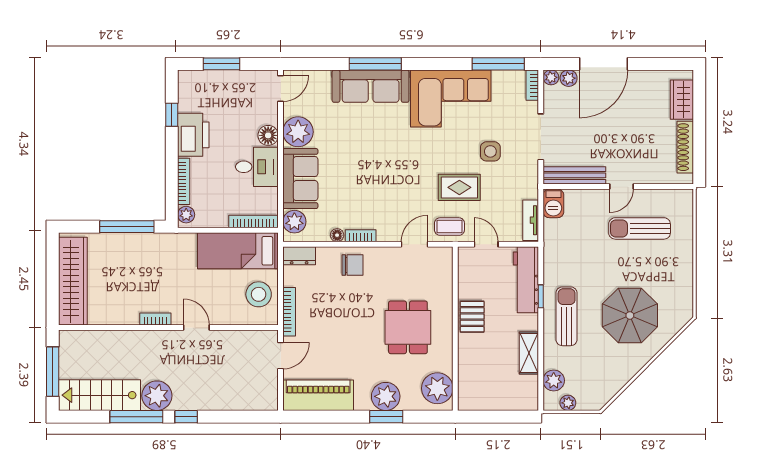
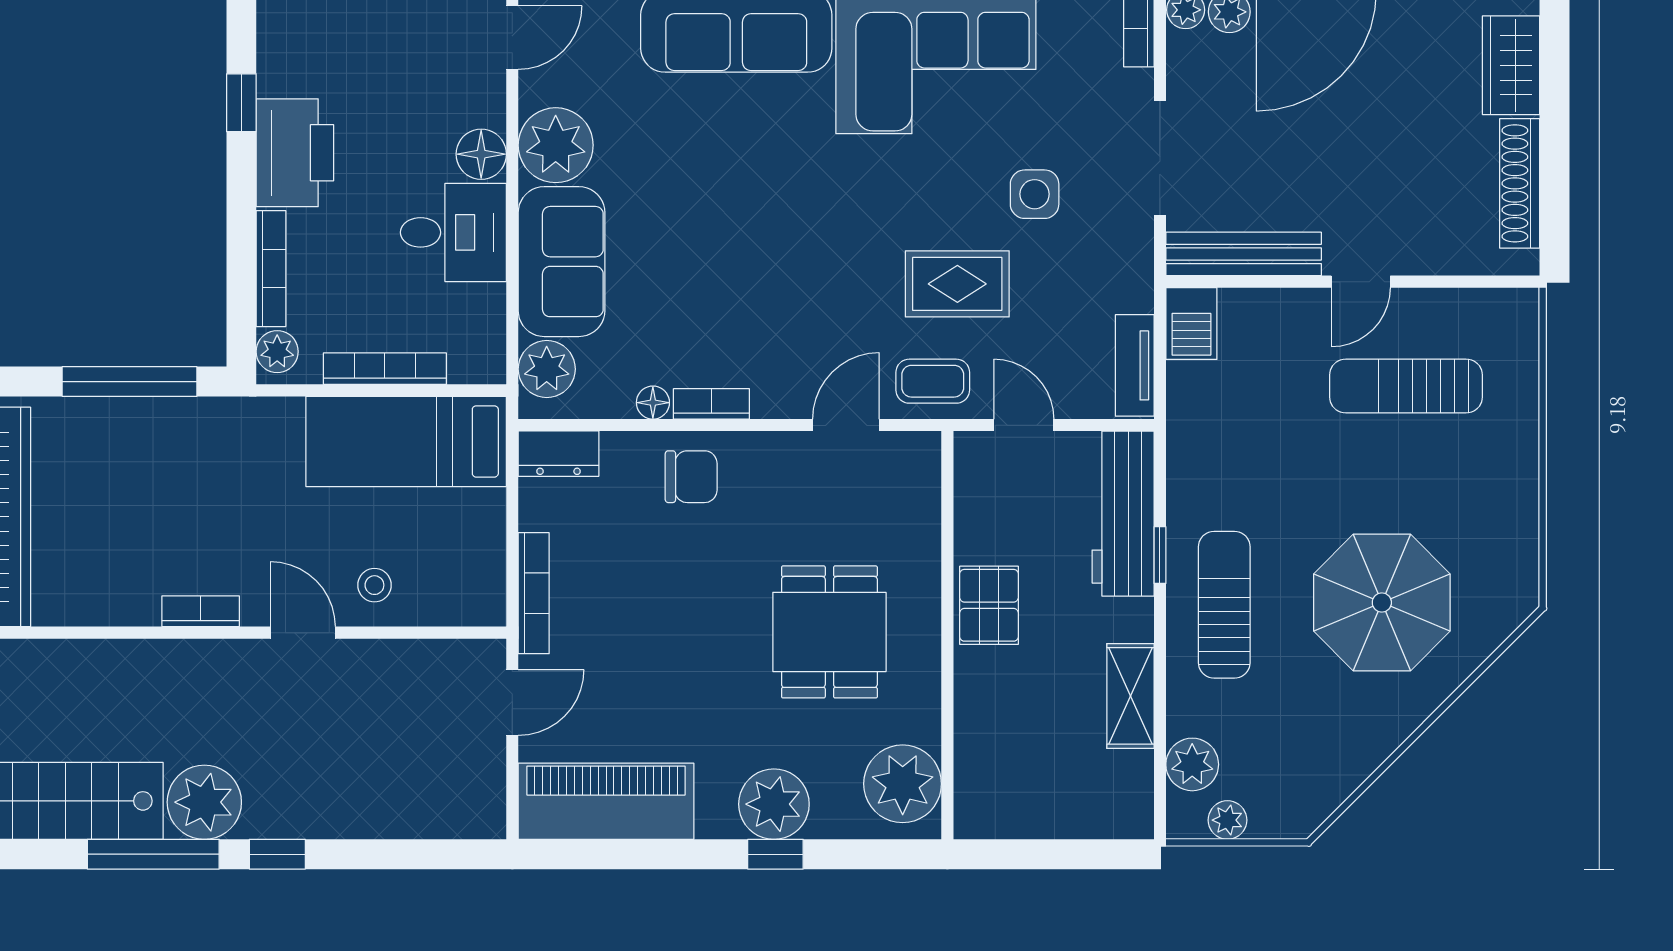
bookcase: (253, 222) -> (385, 369), moved
stool: (259, 294) -> (374, 585), moved, width x0.53, depth x0.53
window: (386, 417) -> (775, 854), width x0.67

